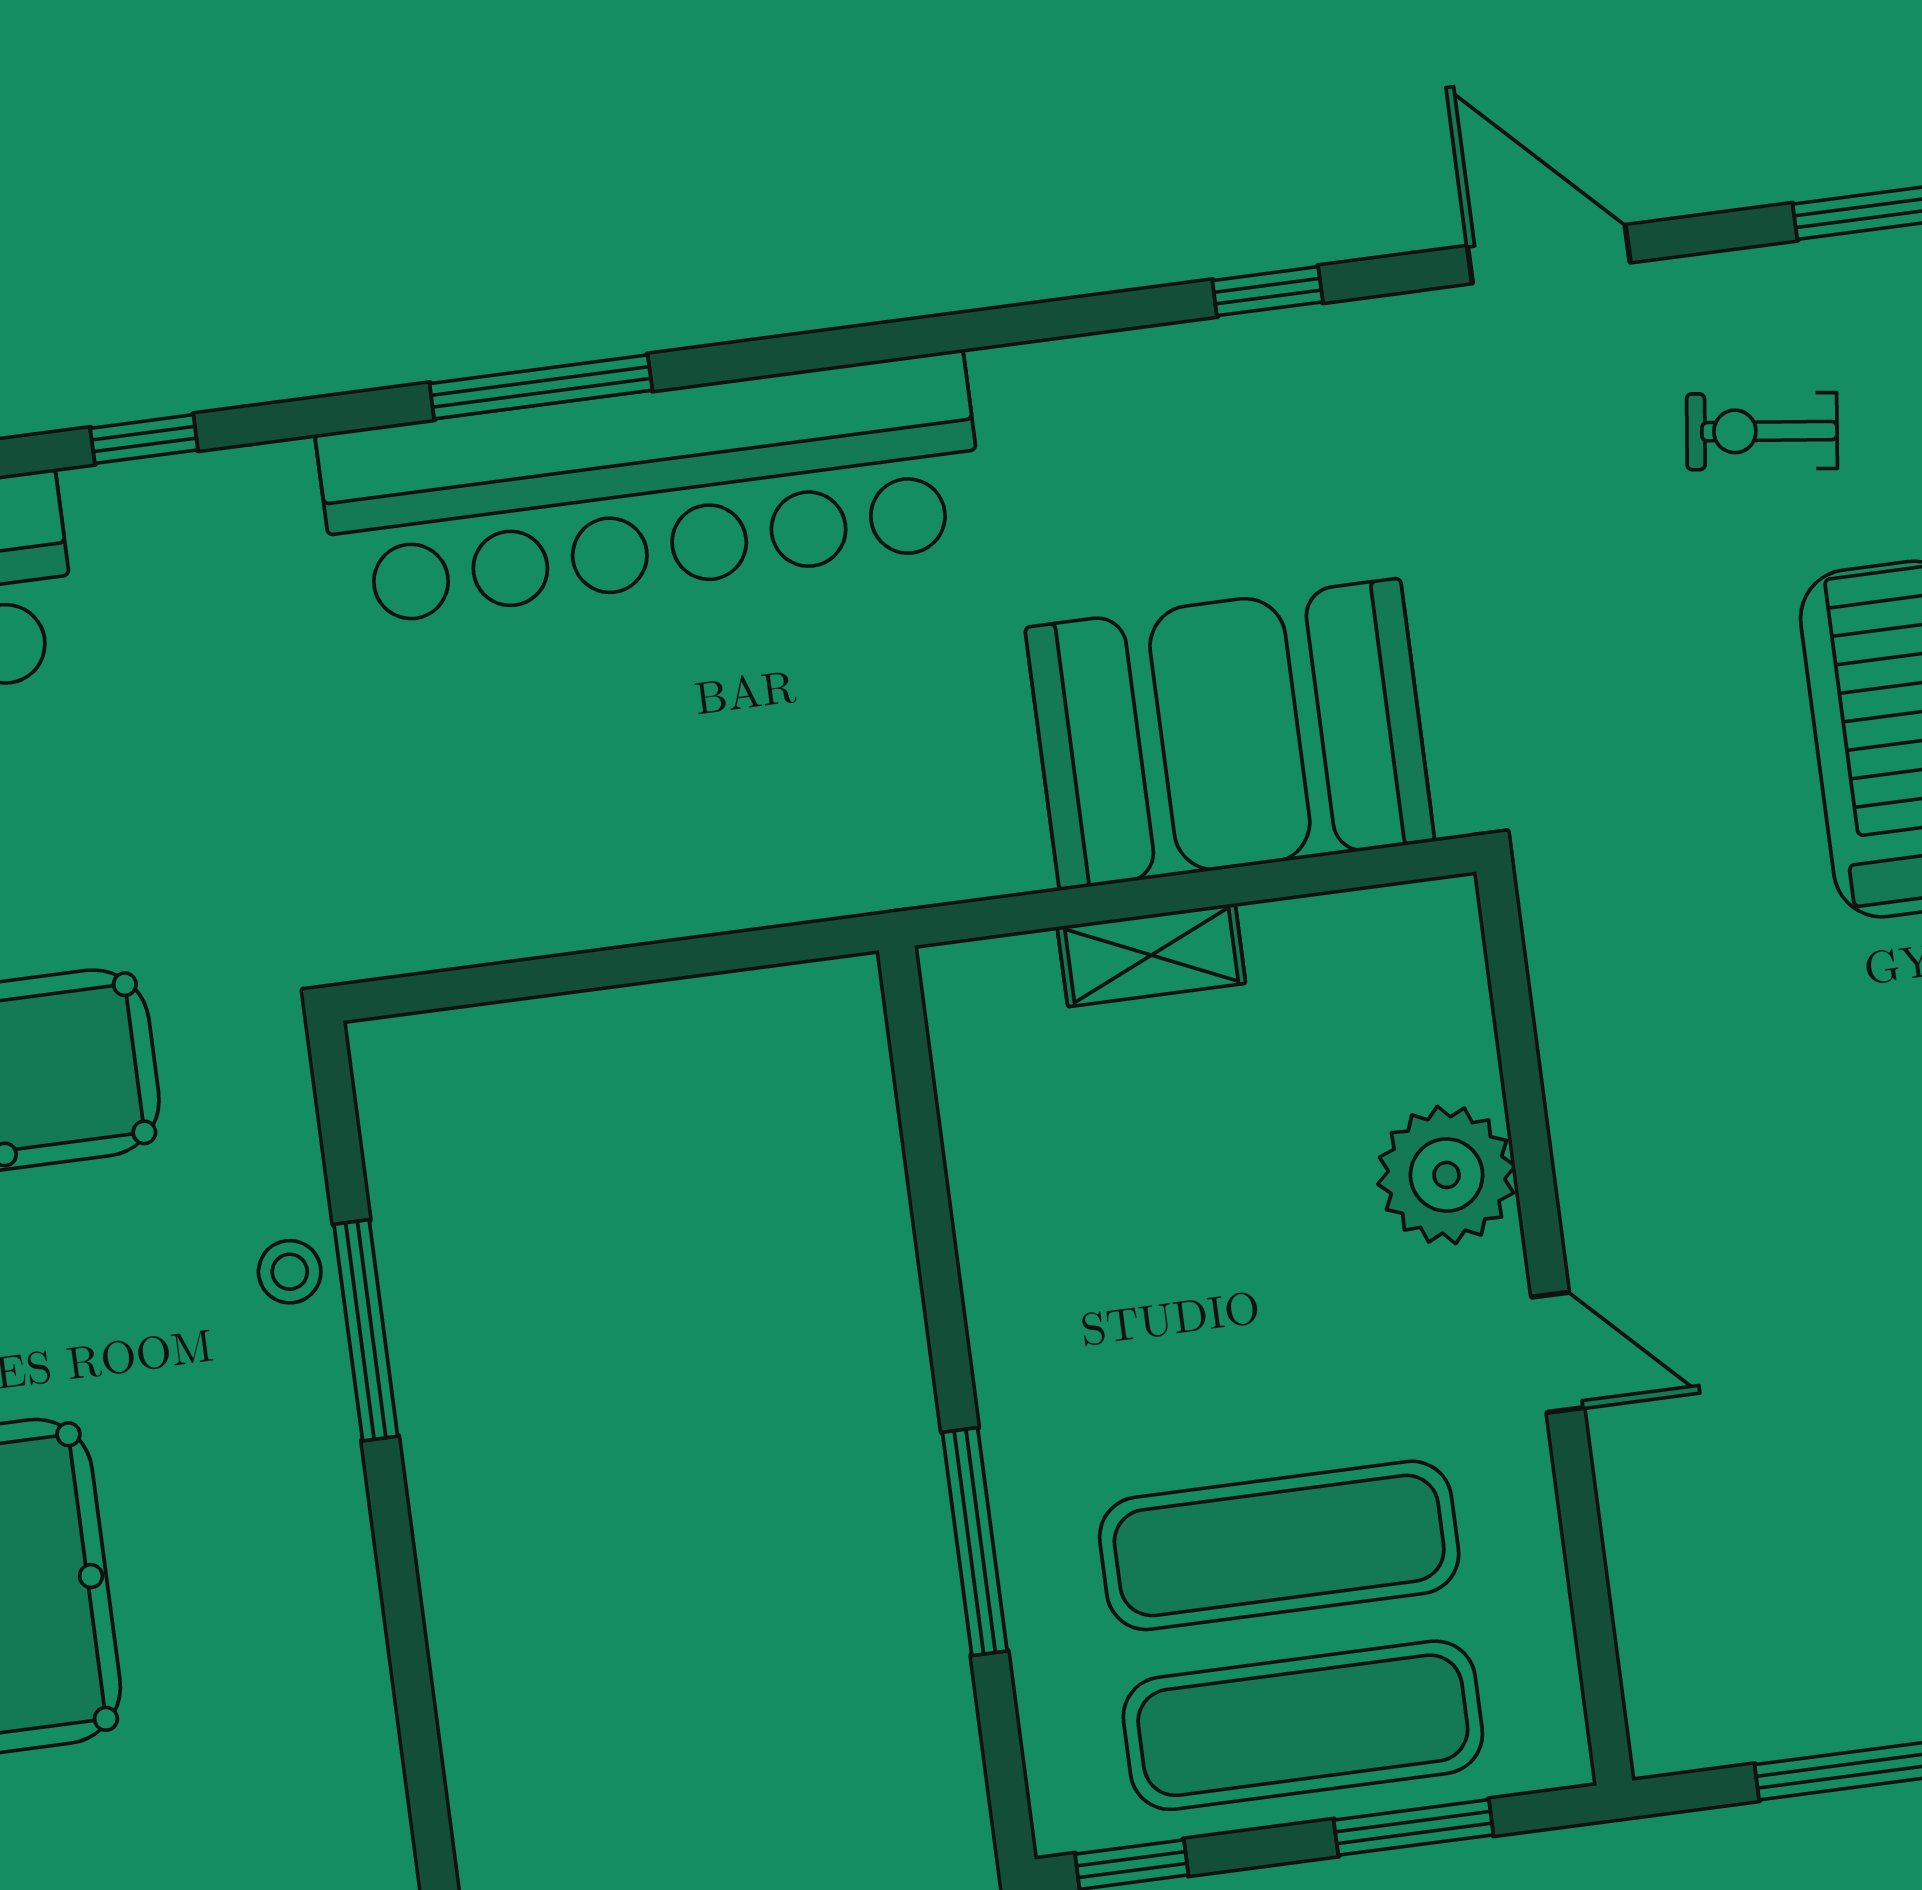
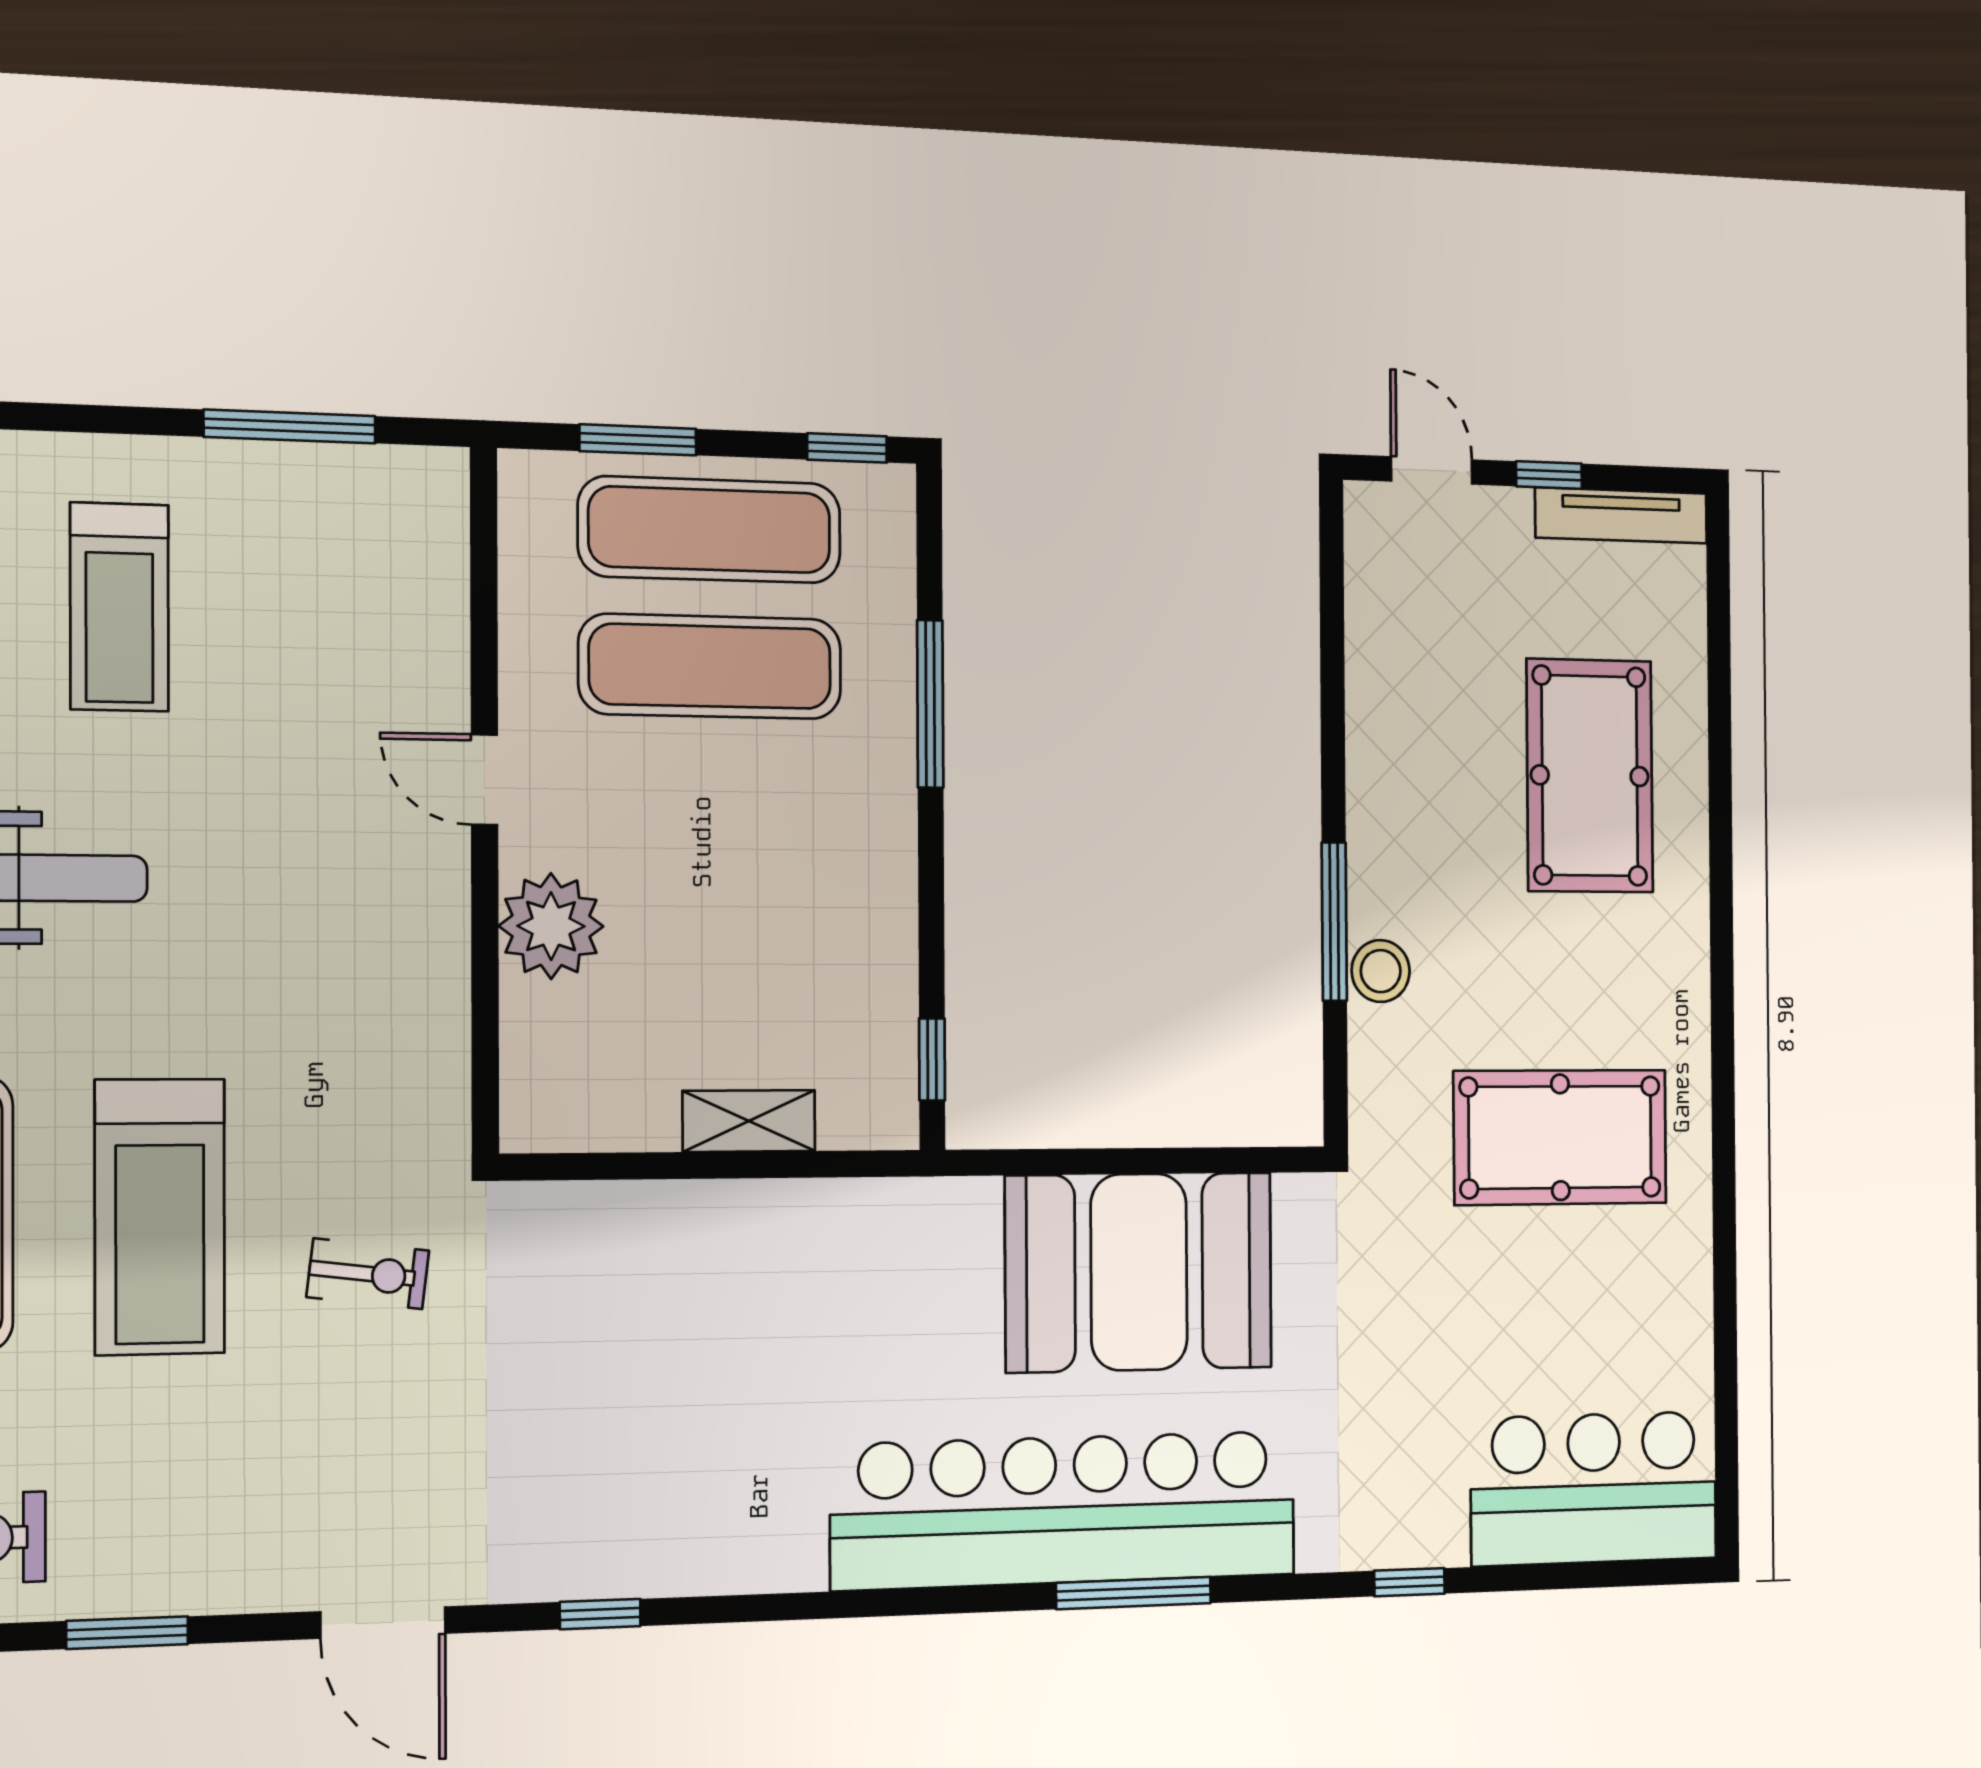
exercise bike: (1762, 431) -> (368, 1274), moved
booth: (1230, 734) -> (1139, 1272), moved
window: (912, 1068) -> (932, 1059), added
stool: (290, 1272) -> (1381, 971), width x1.37, depth x1.37

